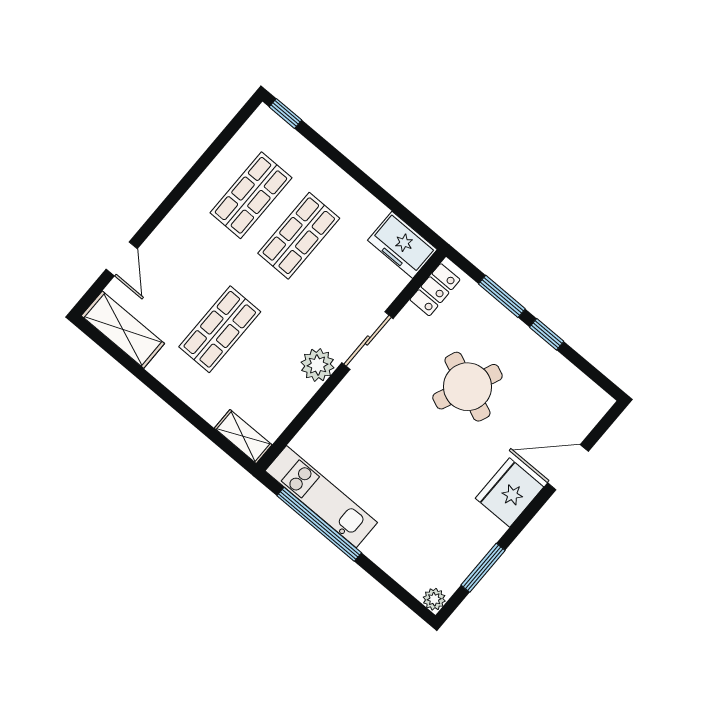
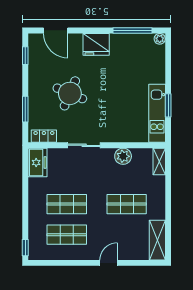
door: (122, 259) -> (109, 263), moved
window: (547, 334) -> (25, 56), moved
plant: (317, 365) -> (123, 156), moved
door: (568, 467) -> (56, 30), moved
window: (319, 524) -> (168, 105), width x0.47
window: (483, 568) -> (133, 30), width x1.44

